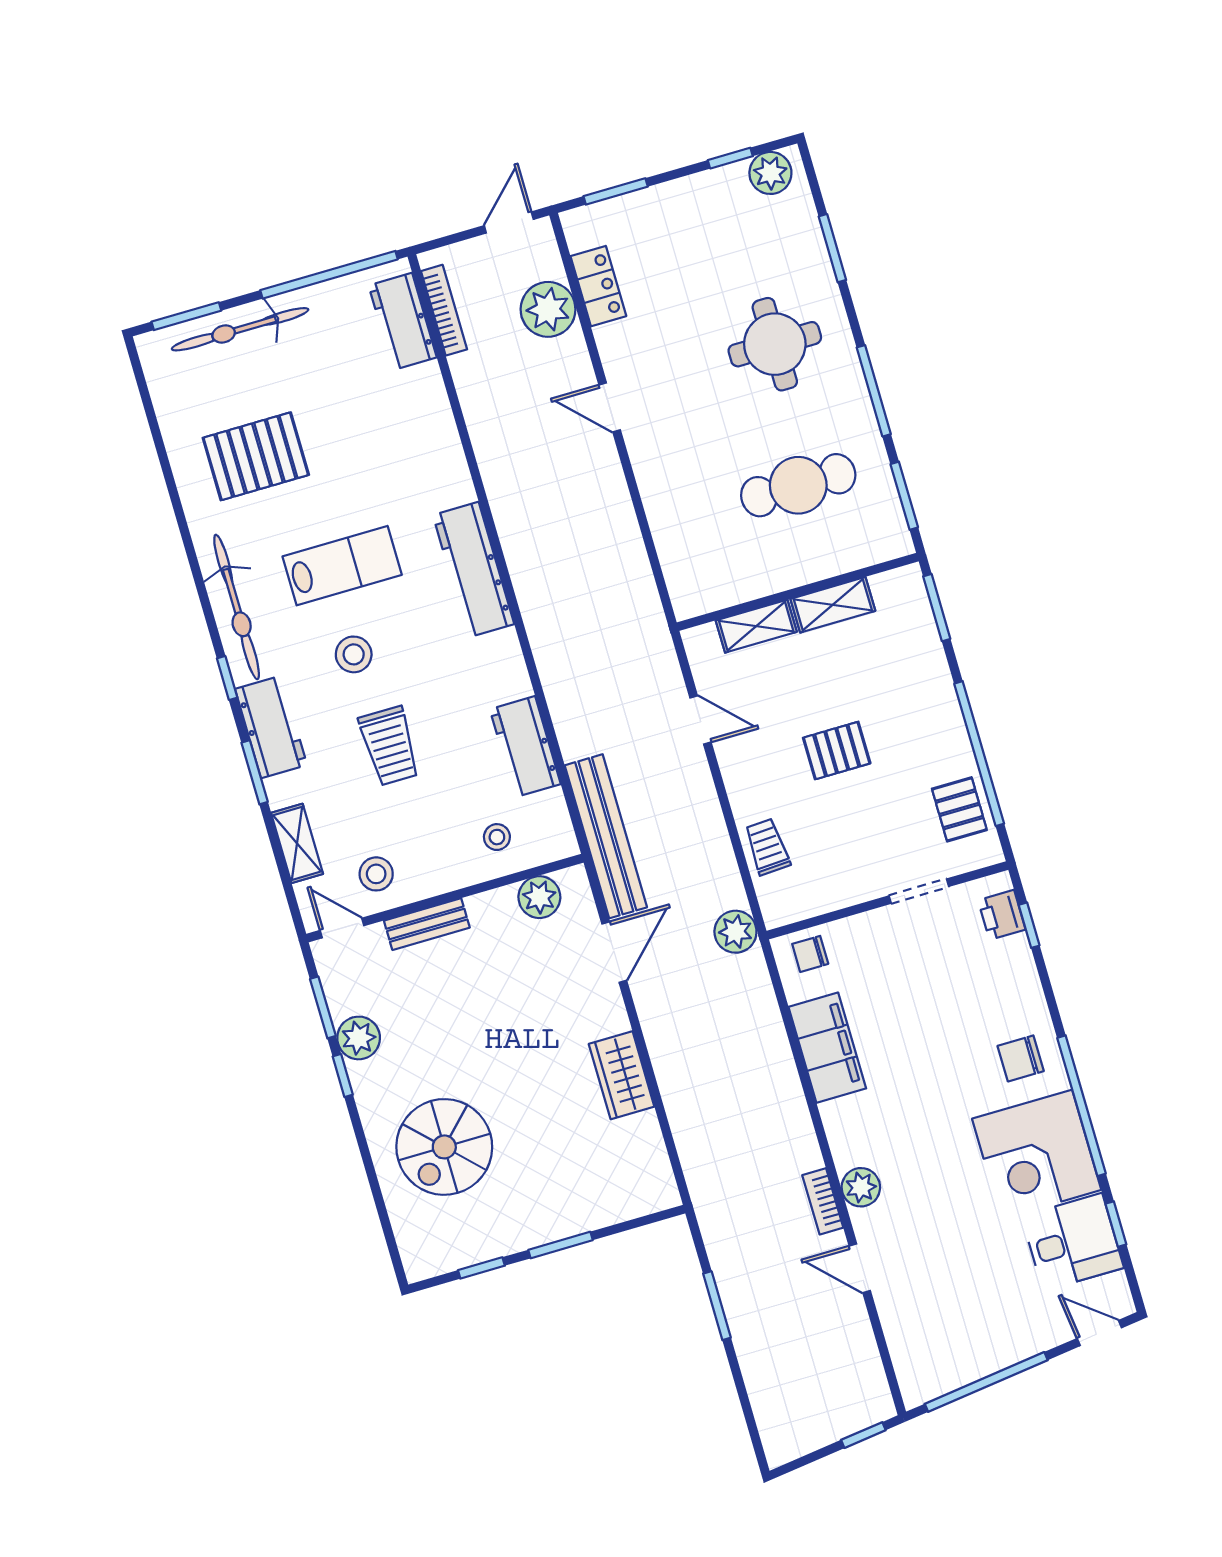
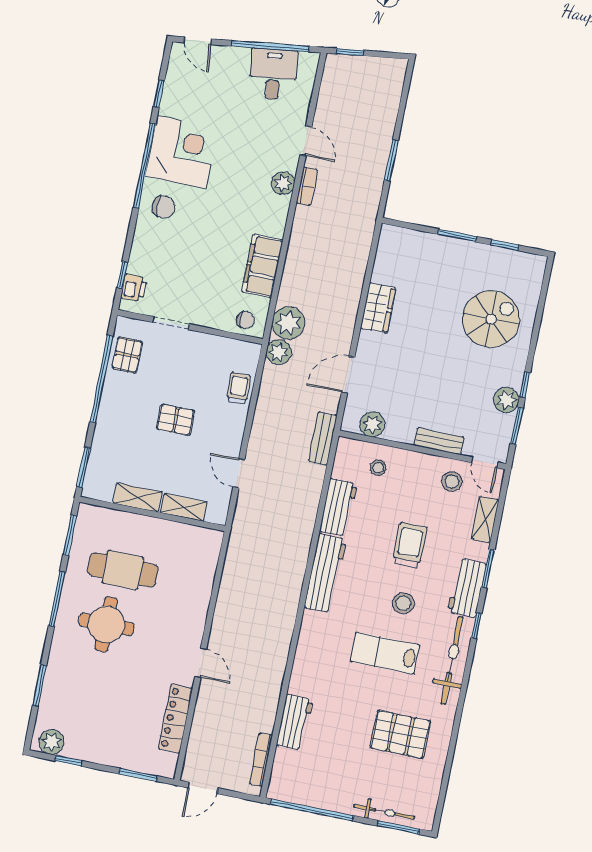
locker: (598, 286) -> (175, 719), width x1.53
plant: (548, 309) -> (288, 323), moved
workbench: (403, 321) -> (295, 722), moved
bicycle: (240, 329) -> (384, 812), width x0.73, depth x0.71
round table: (775, 344) -> (106, 624), moved
workbench: (474, 570) -> (325, 573), moved
bench: (606, 836) -> (323, 439), width x0.54, depth x0.82
trolley: (767, 847) -> (239, 388), turned 180
desk: (1073, 1242) -> (273, 74), moved, turned 83

